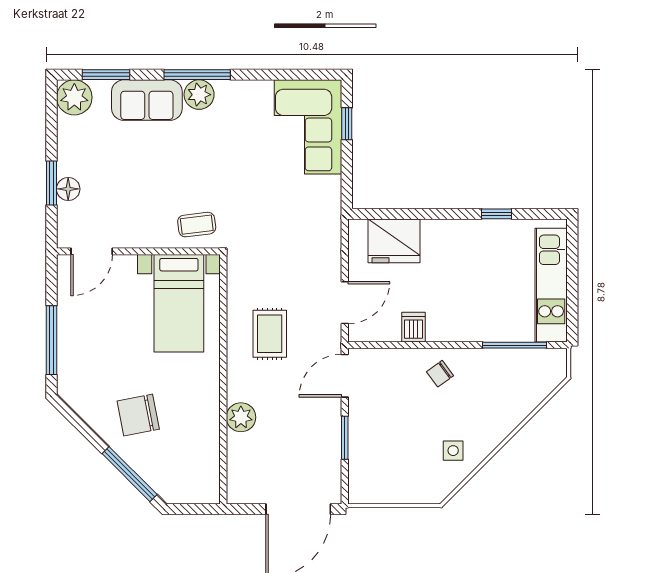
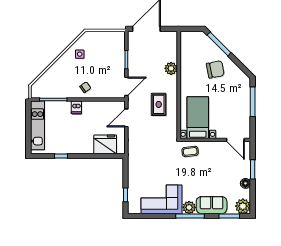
corner sofa: (308, 127) -> (161, 199), moved, turned -90
floor lamp: (68, 189) -> (245, 183), moved
door: (92, 251) -> (235, 140), swing flipped
dishwasher: (413, 327) -> (76, 107), moved

